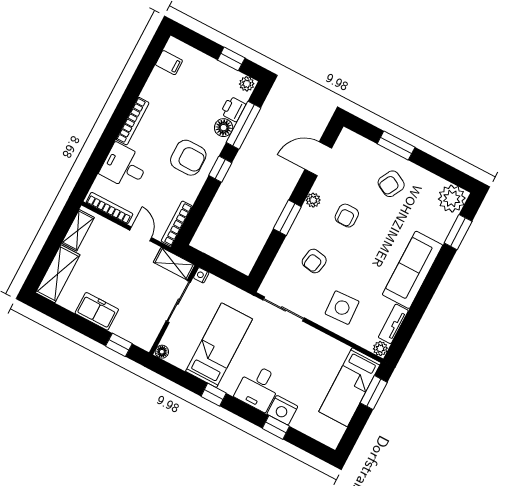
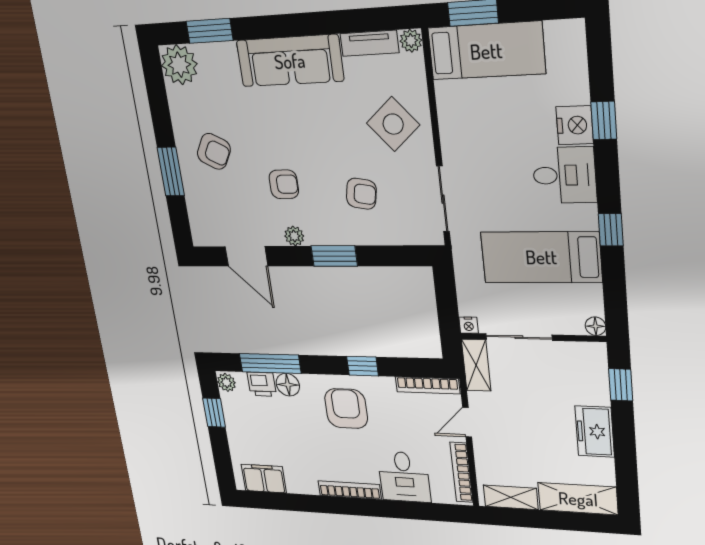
filing cabinet: (169, 63) -> (264, 479), width x2.00
window: (220, 169) -> (363, 366), moved
side table: (342, 308) -> (393, 124), turned -38

